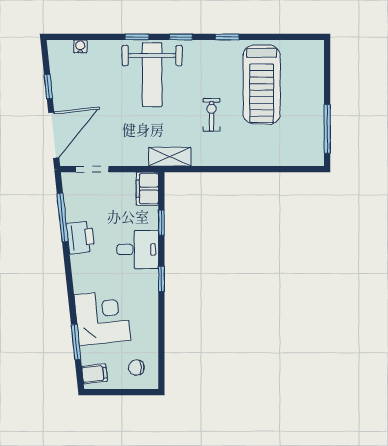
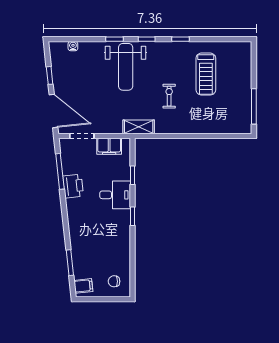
treadmill: (262, 85) -> (206, 74), width x0.73, depth x0.73
door: (54, 135) -> (53, 111), hinge flipped
filing cabinet: (147, 189) -> (109, 146), moved, turned -90
corner desk: (102, 318) -> (89, 245), removed

